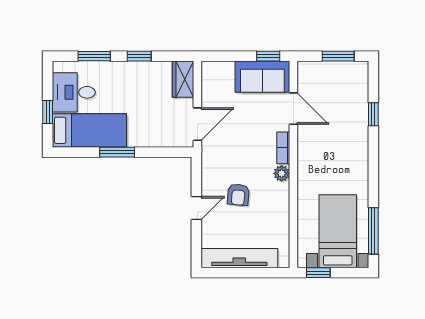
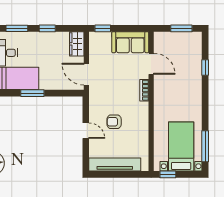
window: (268, 56) -> (103, 28), moved
door: (197, 124) -> (86, 74), swing flipped
plant: (282, 173) -> (143, 107), removed
armchair: (238, 195) -> (114, 122), turned 85
door: (196, 208) -> (86, 131), hinge flipped

